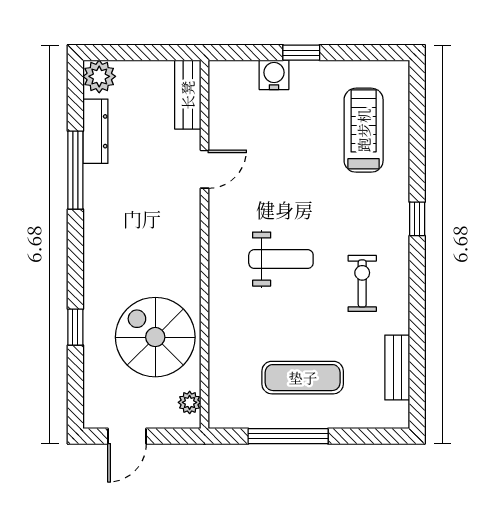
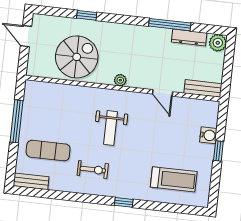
bench: (397, 368) -> (31, 181), moved
exercise mat: (303, 378) -> (48, 151), moved, turned 90
plant: (190, 402) -> (120, 80), moved

